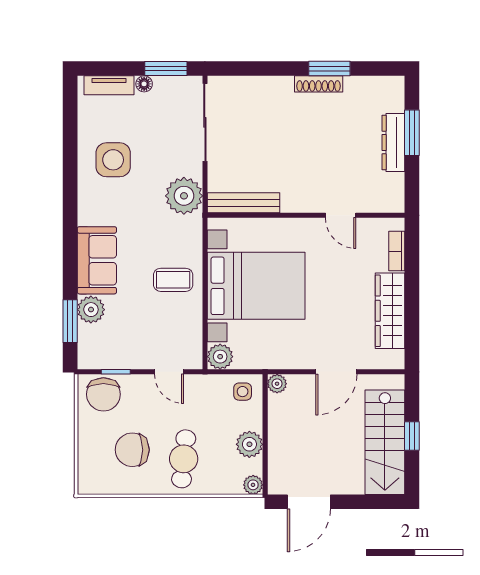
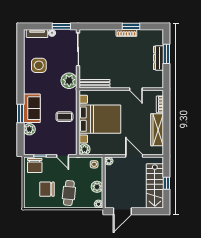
window: (70, 321) -> (20, 114), moved
door: (336, 372) -> (134, 156), swing flipped

